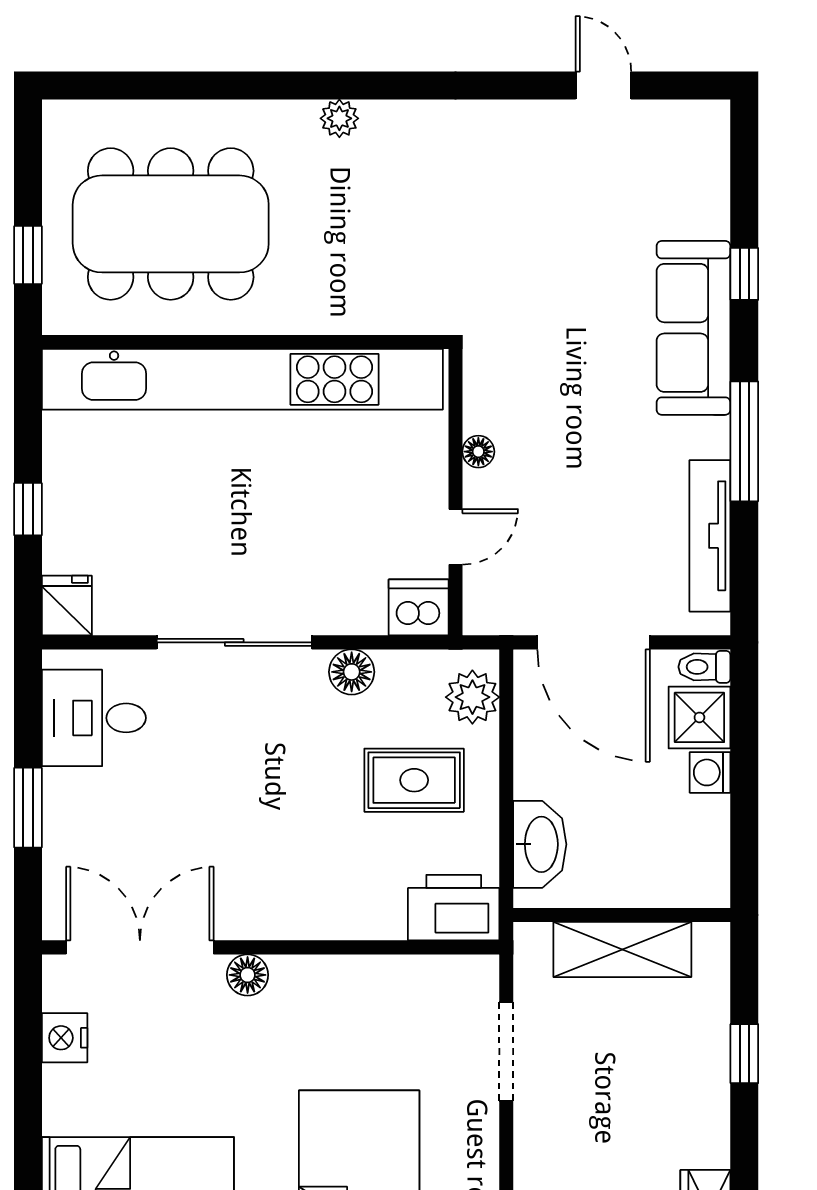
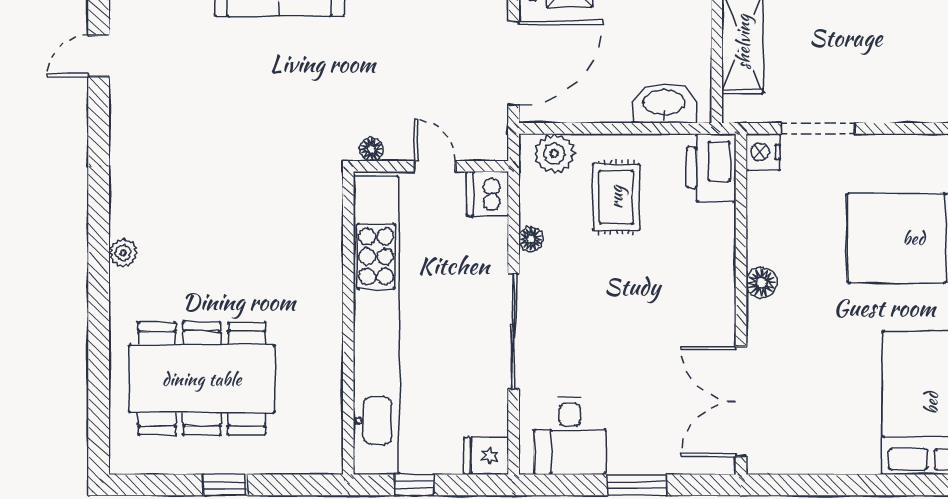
dining table: (171, 224) -> (202, 379), turned 90
wall: (245, 342) -> (348, 323), moved
kitchen unit: (242, 379) -> (376, 325), moved
floor lamp: (352, 672) -> (531, 239), width x0.73, depth x0.73
floor lamp: (248, 975) -> (761, 283), moved
nightstand: (65, 1038) -> (763, 152), moved, turned 90

